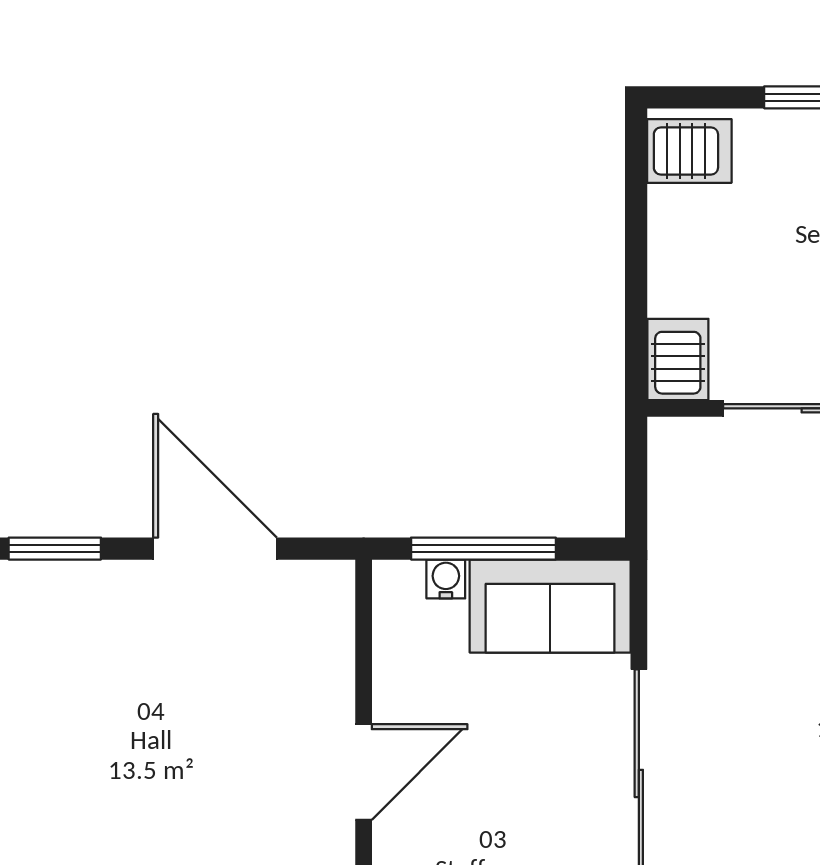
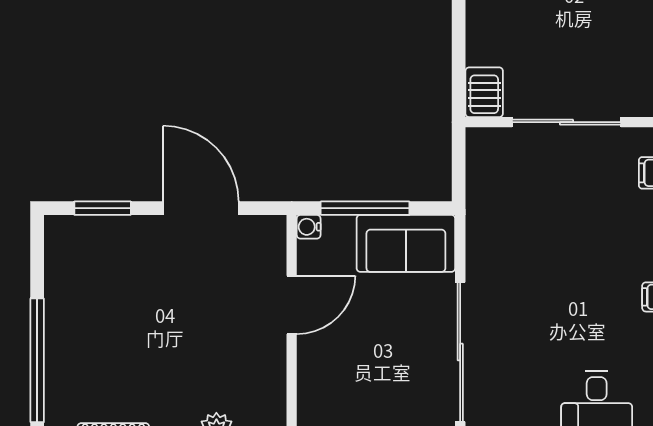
water cooler: (446, 579) -> (309, 227), moved, turned -90
door: (364, 772) -> (292, 305), moved

